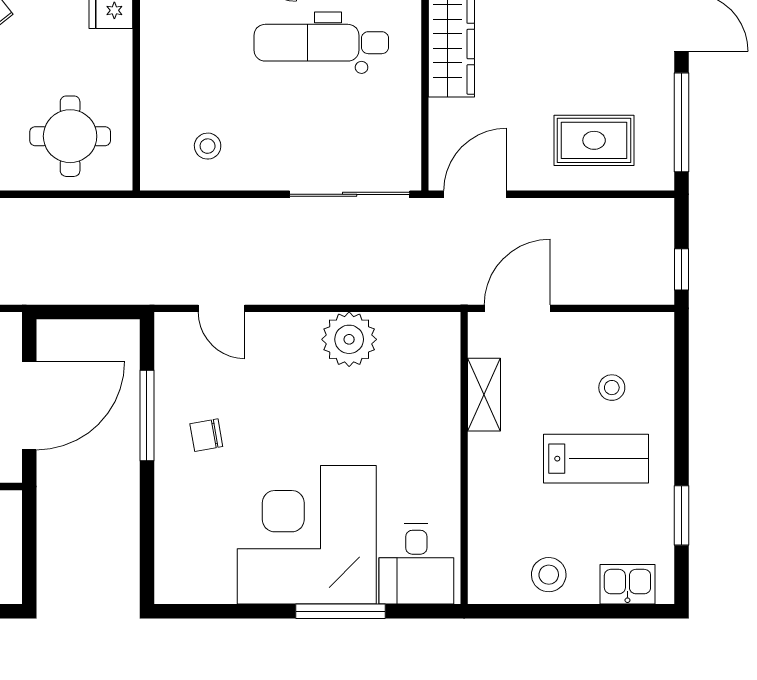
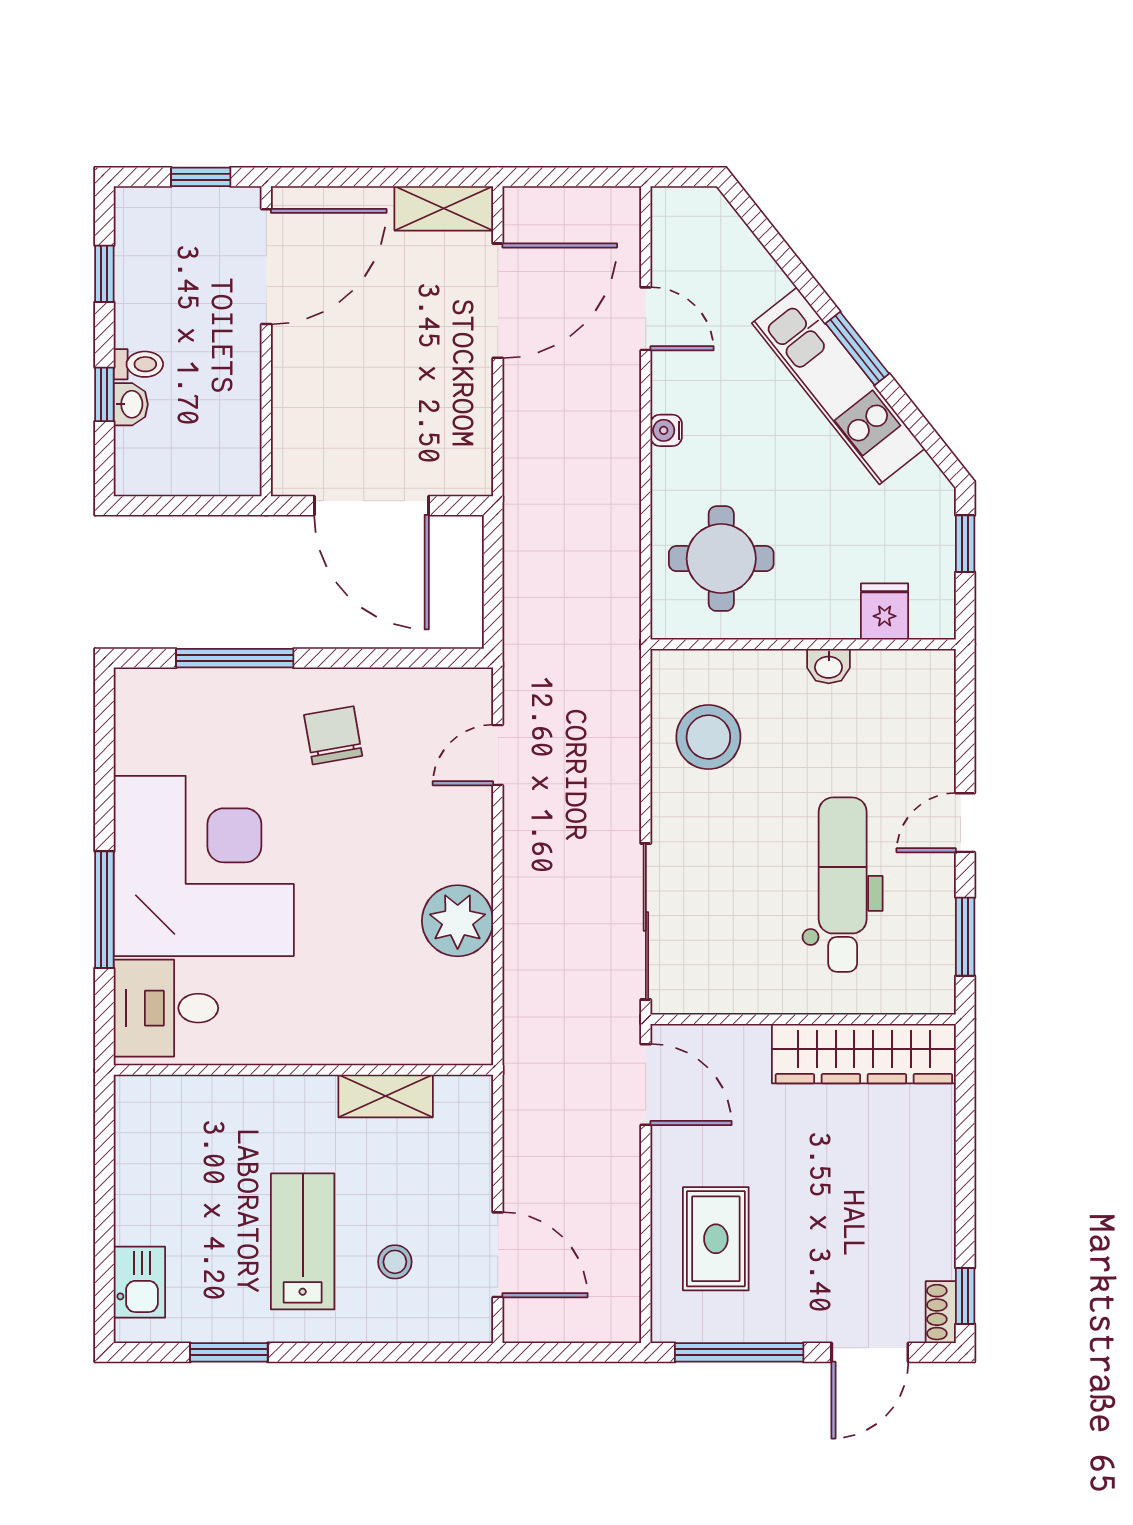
washbasin: (153, 54) -> (829, 666), added
stool: (208, 146) -> (708, 737), width x1.89, depth x1.89
window: (682, 269) -> (548, 1352), removed
door: (517, 308) -> (498, 1255), moved
window: (147, 416) -> (235, 658), moved
chair: (206, 435) -> (333, 735), width x1.37, depth x1.37
lab bench: (596, 459) -> (303, 1241), turned 180
stool: (549, 575) -> (152, 1180), removed

